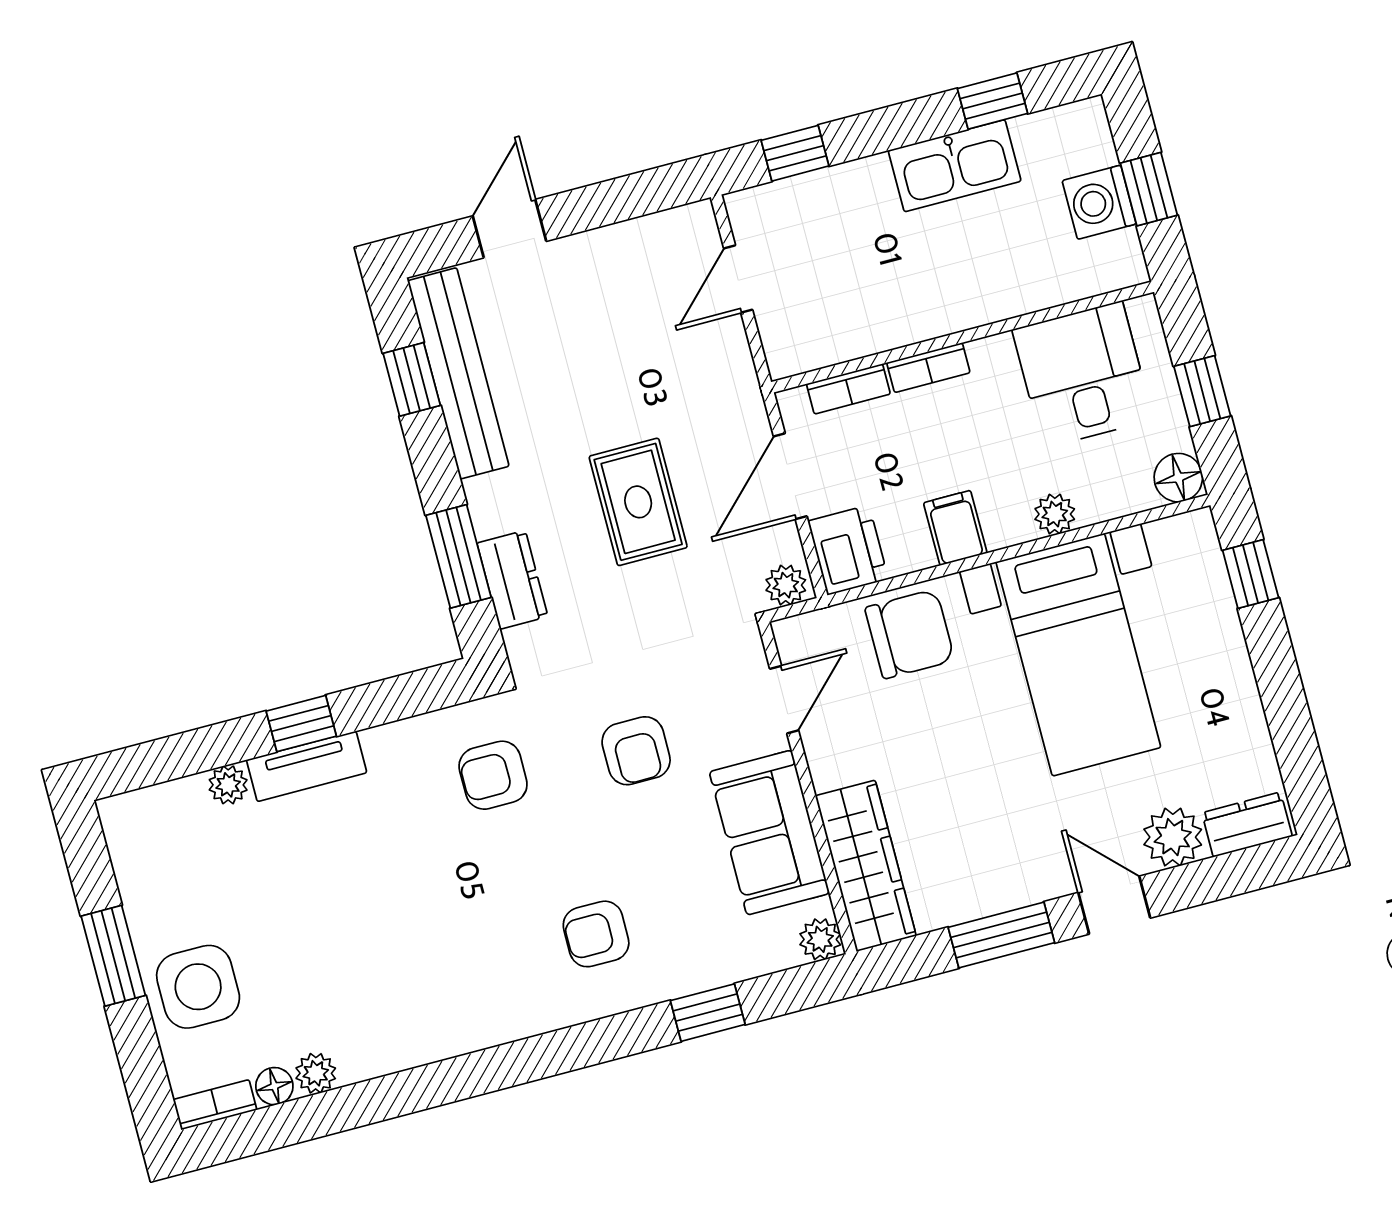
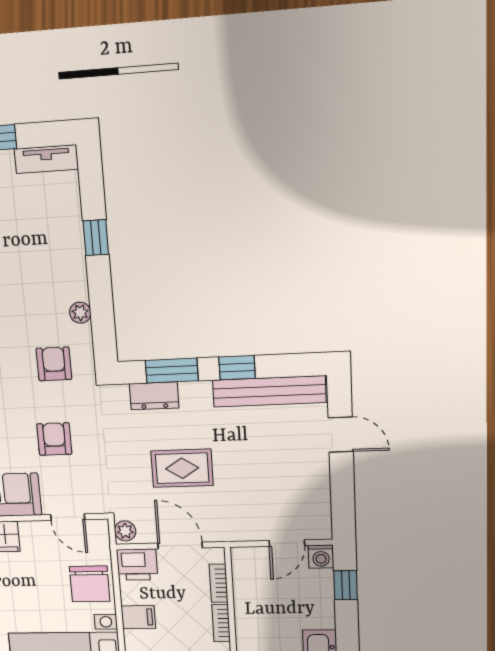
washing machine: (750, 211) -> (321, 557), added
door: (738, 279) -> (287, 543), swing flipped
window: (412, 379) -> (237, 368), moved
window: (301, 724) -> (96, 238), moved
armchair: (636, 751) -> (54, 439), turned 90
tv unit: (307, 766) -> (46, 159), moved, turned -90
plant: (228, 785) -> (80, 313), moved

